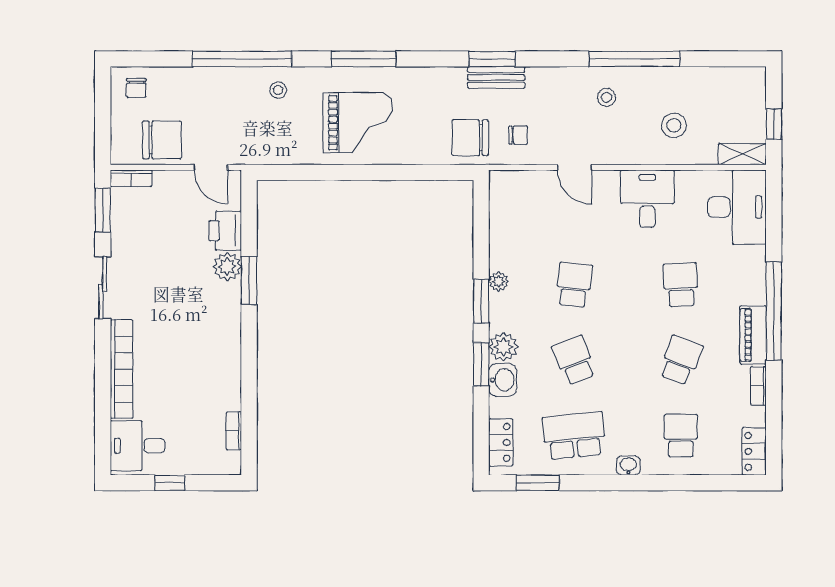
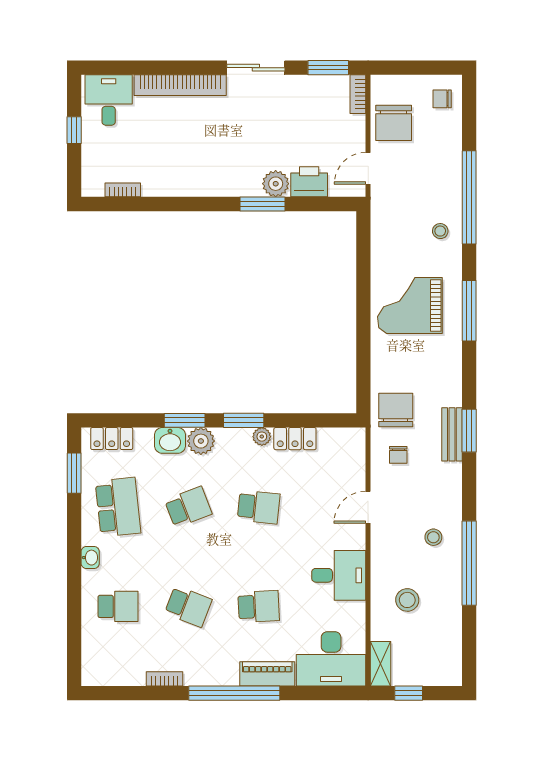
grand piano: (358, 123) -> (410, 306), turned 90
piano: (753, 335) -> (267, 674), moved
locker: (754, 451) -> (295, 439), moved, turned 180

